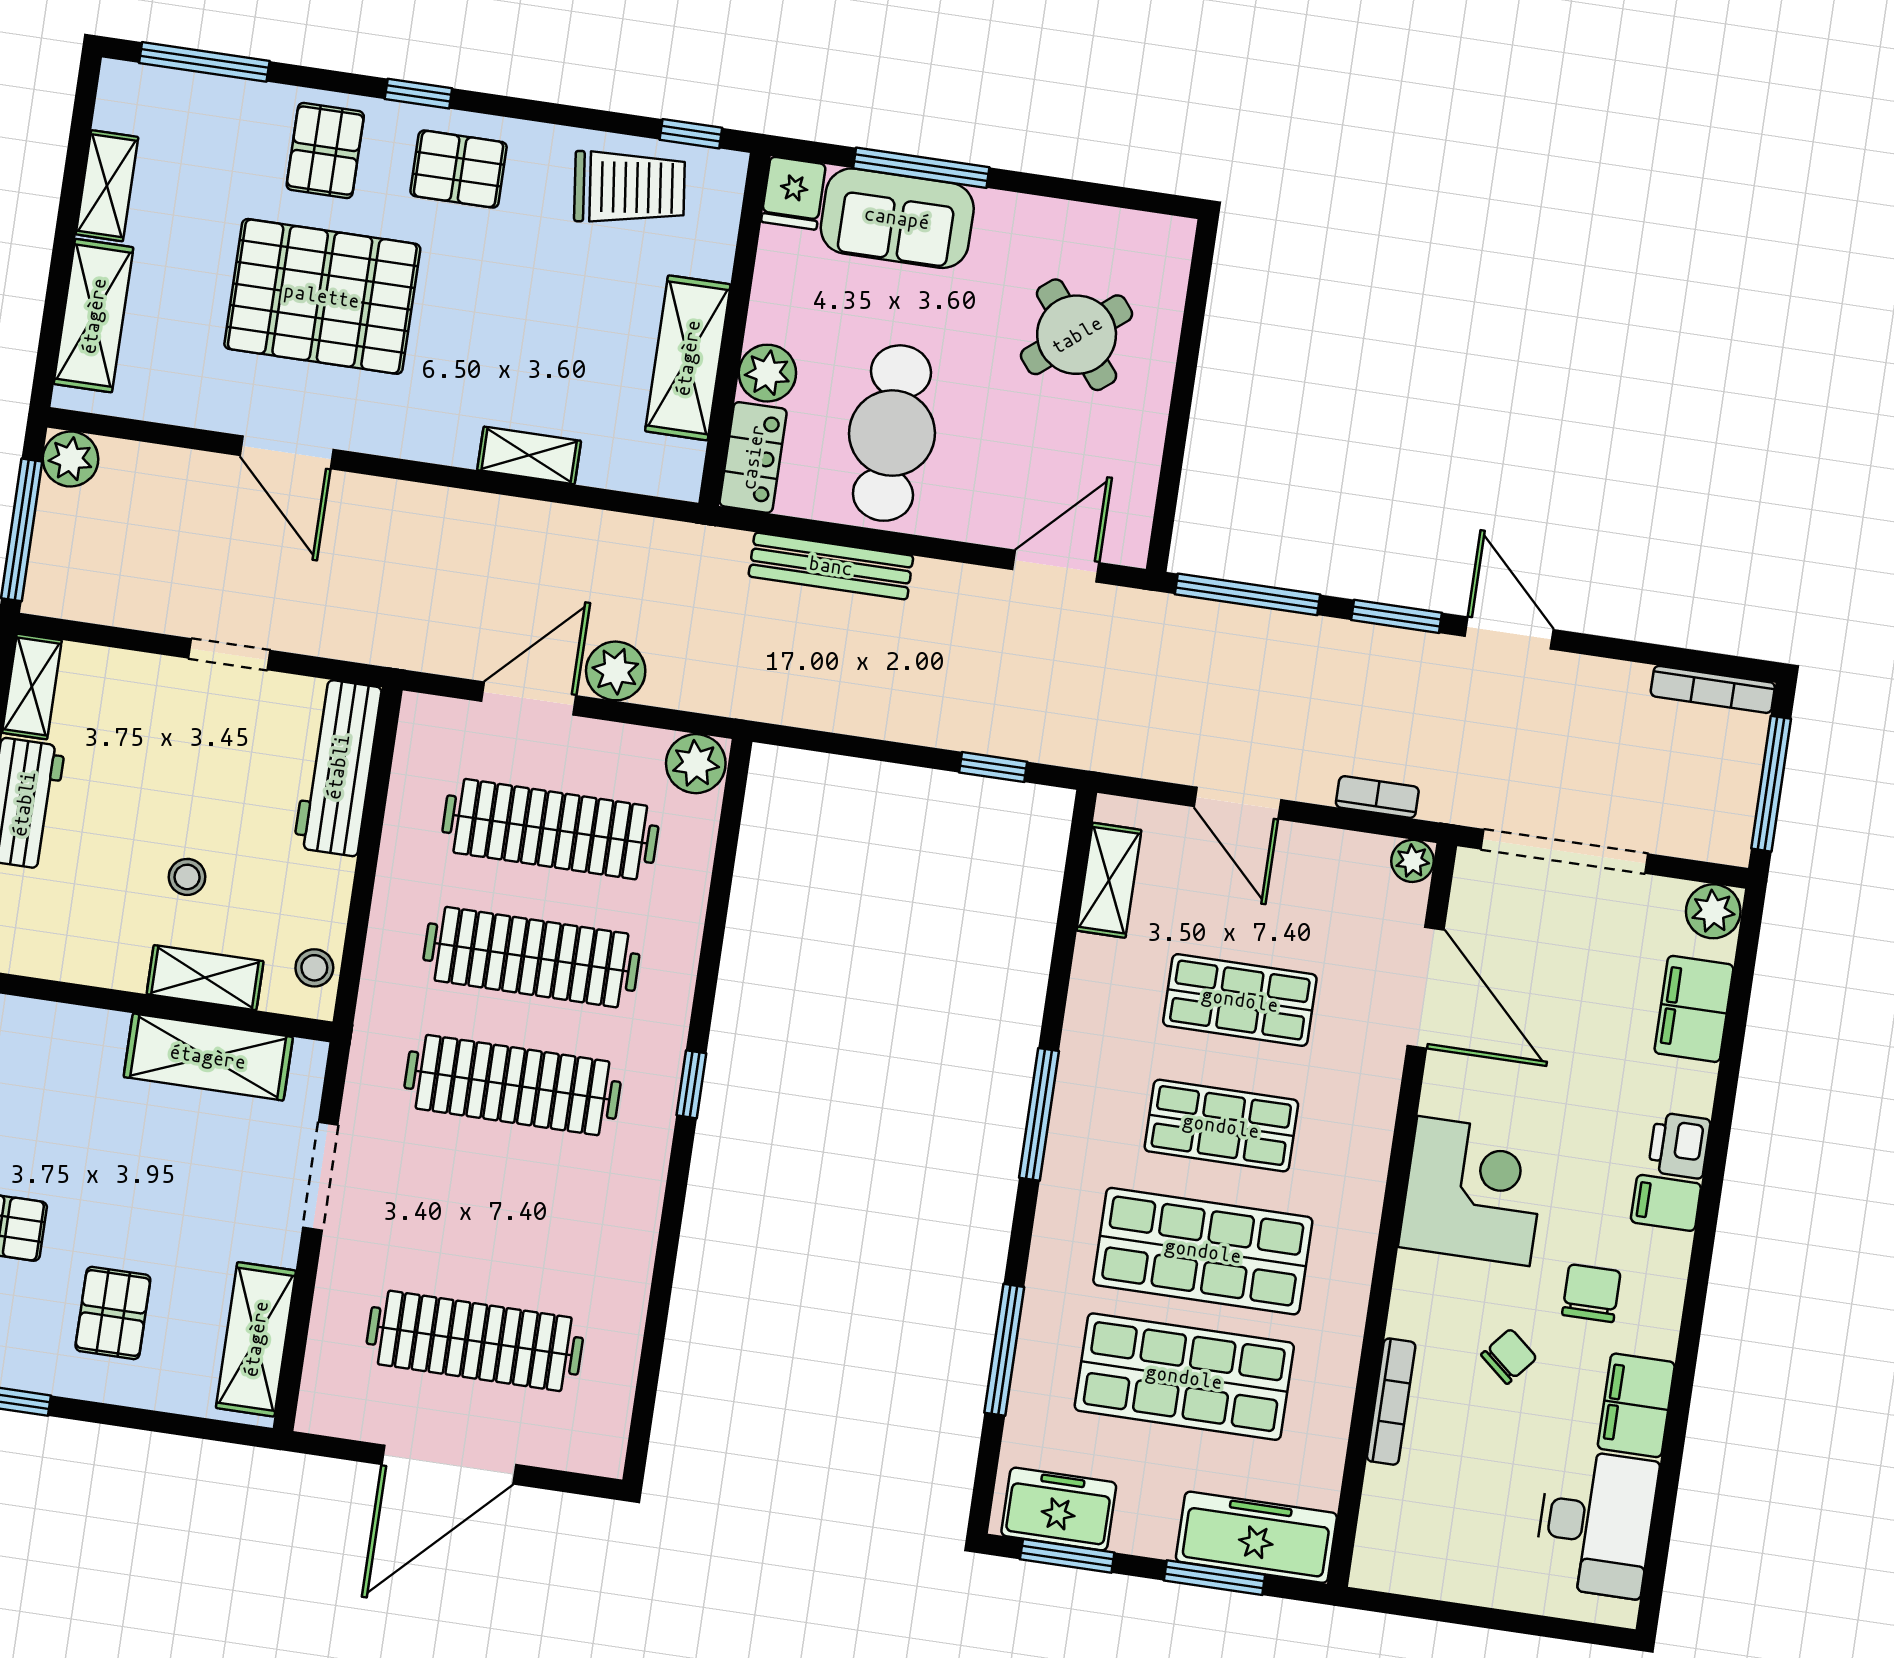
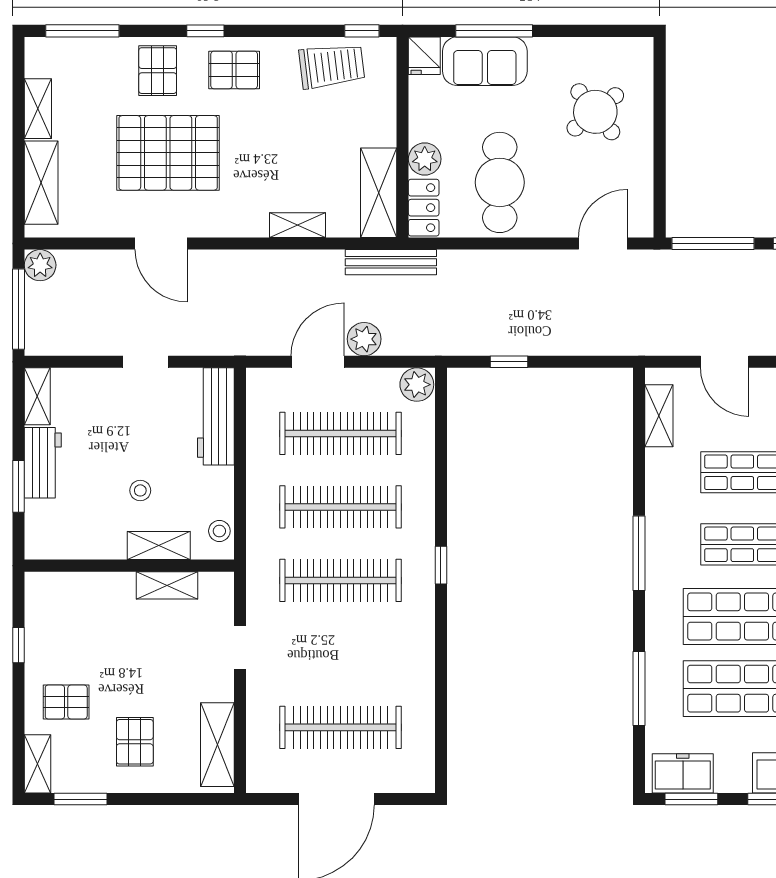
shelving: (688, 358) -> (379, 193), moved
bench: (831, 566) -> (391, 262), moved
window: (993, 767) -> (509, 362), moved
shelving: (208, 1057) -> (167, 585), width x0.67, depth x0.75
doorway: (320, 1176) -> (240, 648), width x0.73

